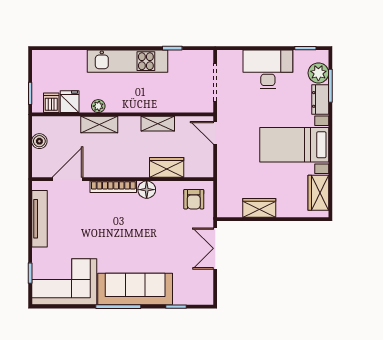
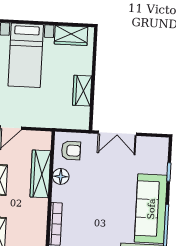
wardrobe: (167, 167) -> (40, 174), width x1.50
floor lamp: (147, 190) -> (61, 176), moved

